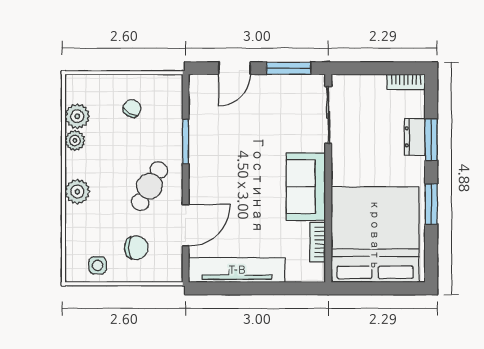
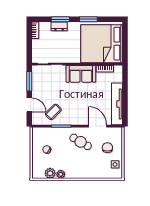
coffee table: (218, 123) -> (53, 112), added
plant: (77, 192) -> (83, 173), removed

